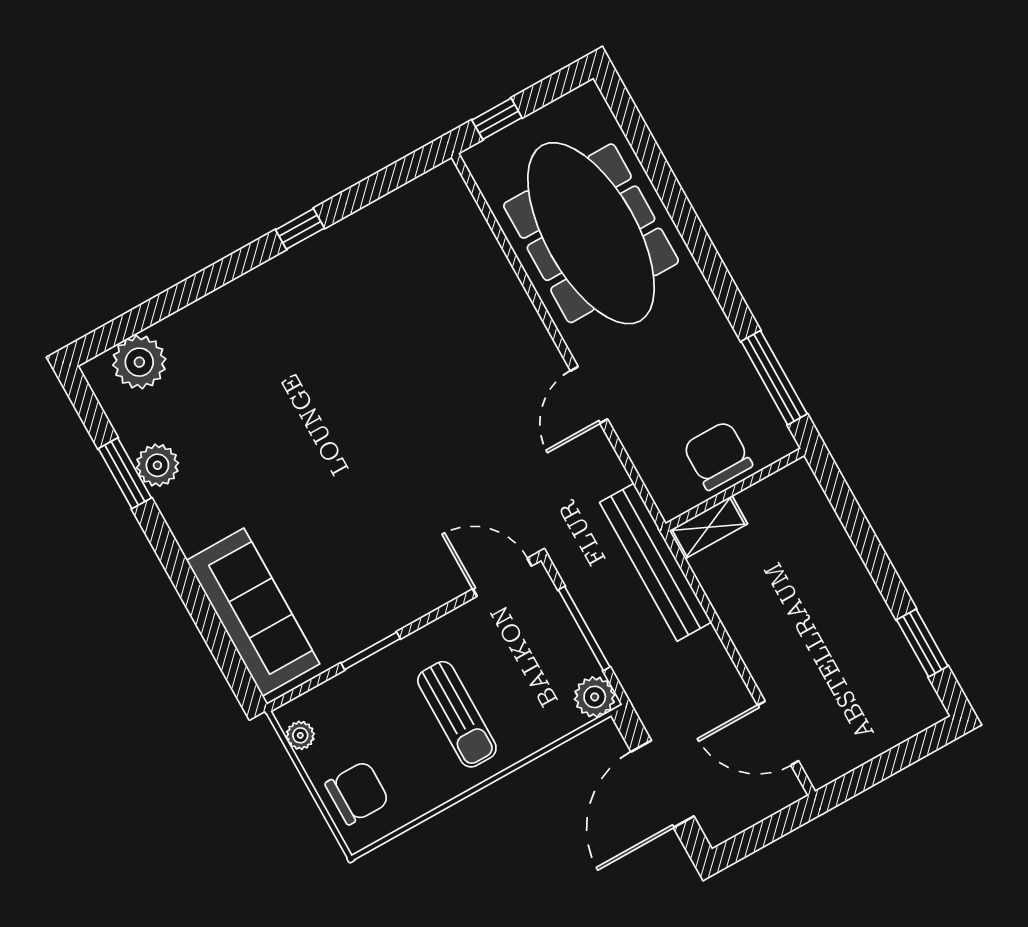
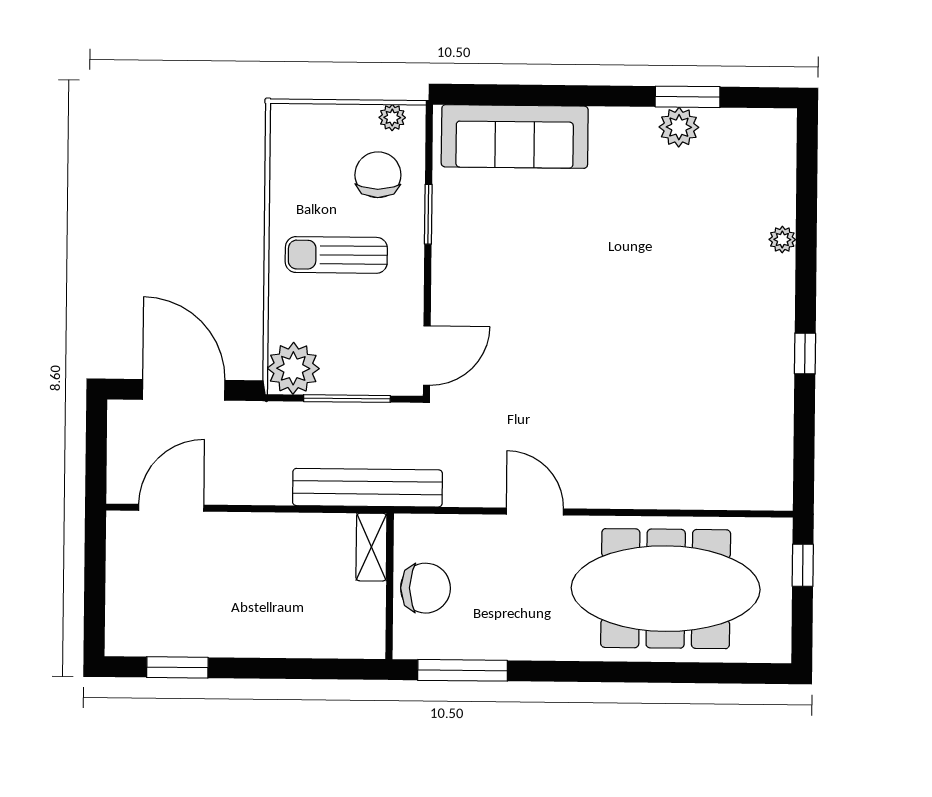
plant: (139, 362) -> (782, 240), moved, width x0.53, depth x0.53
plant: (595, 697) -> (293, 368), width x1.36, depth x1.36
chair: (357, 793) -> (378, 175), moved, turned 180

